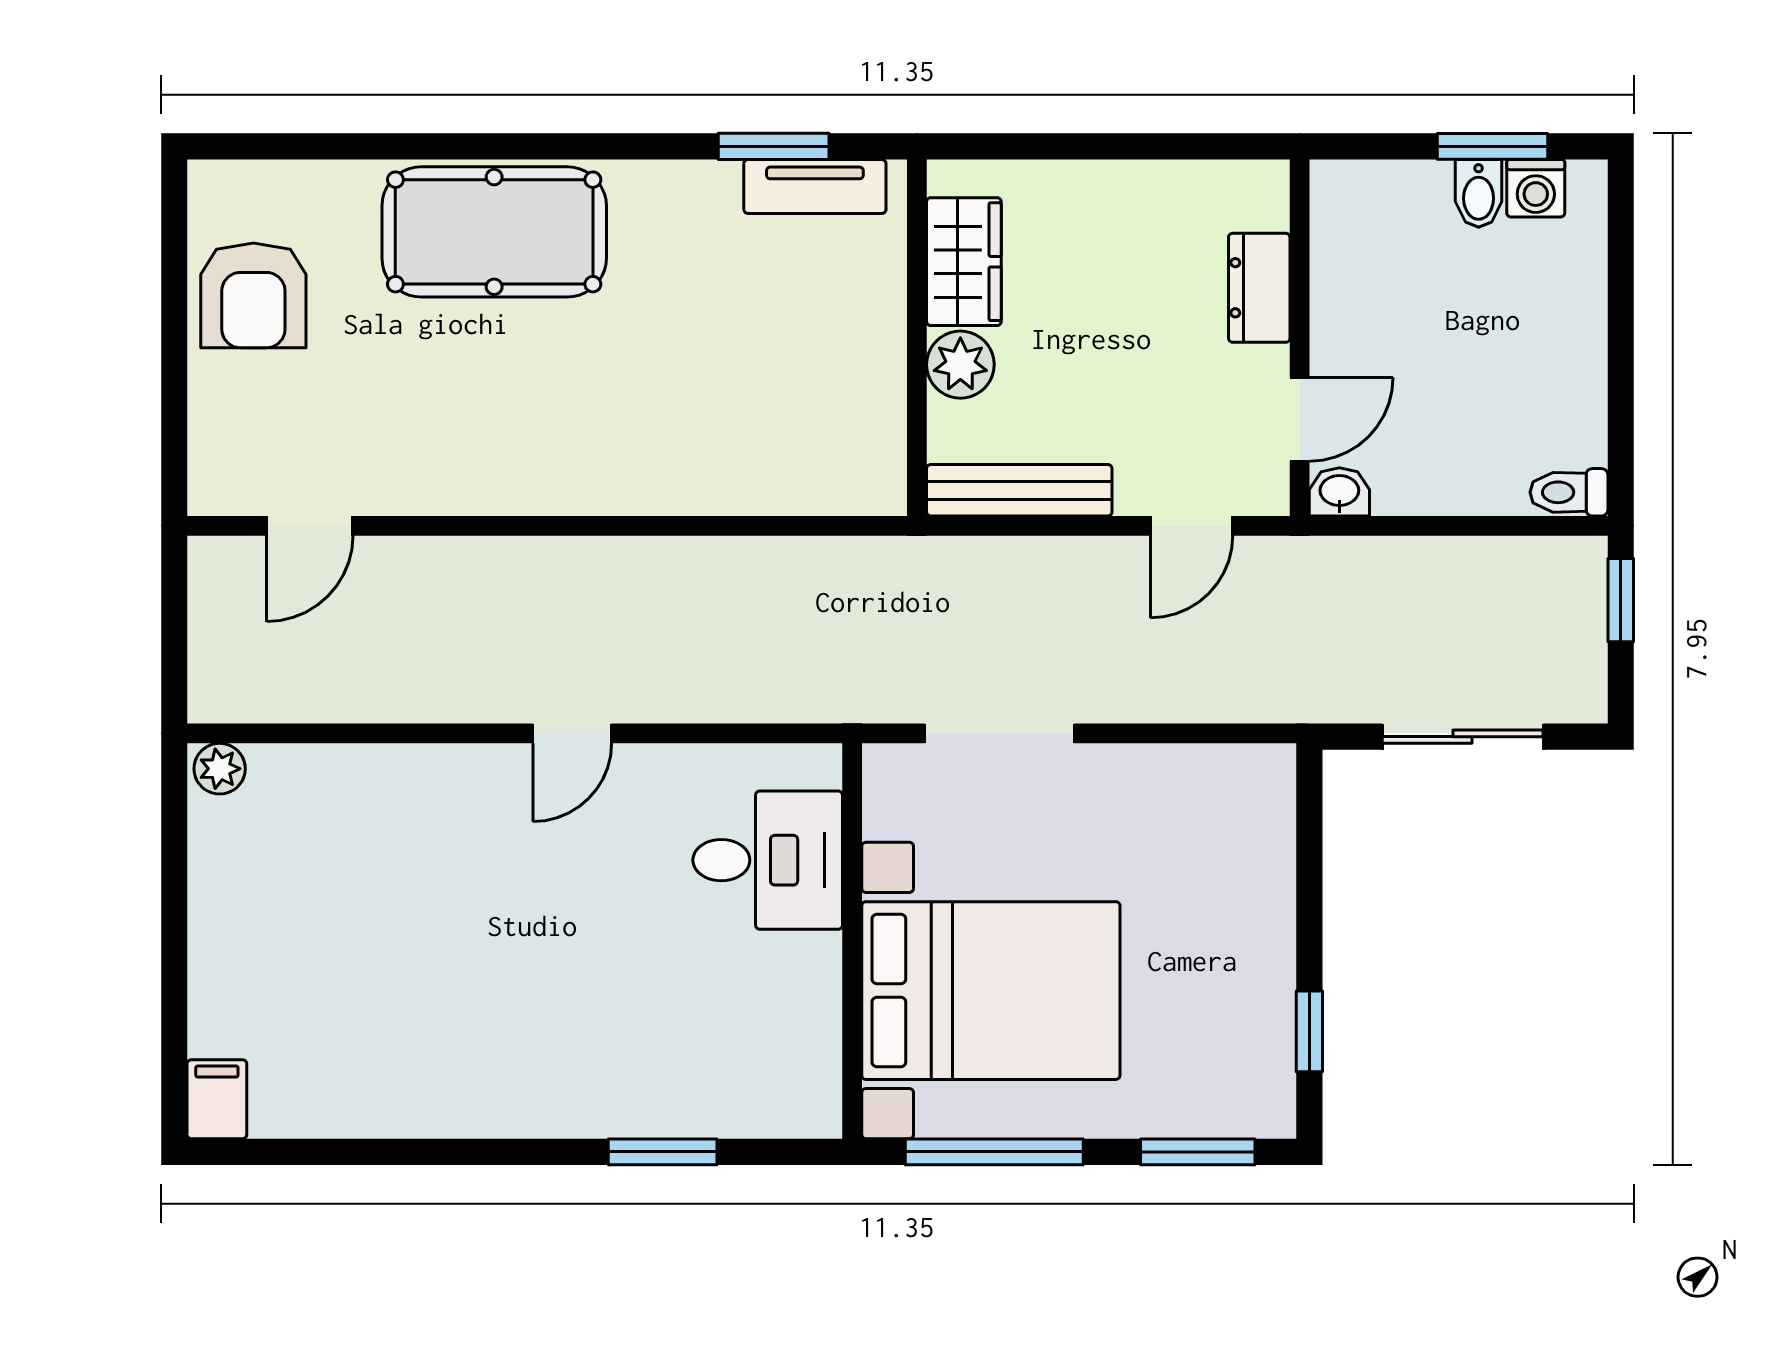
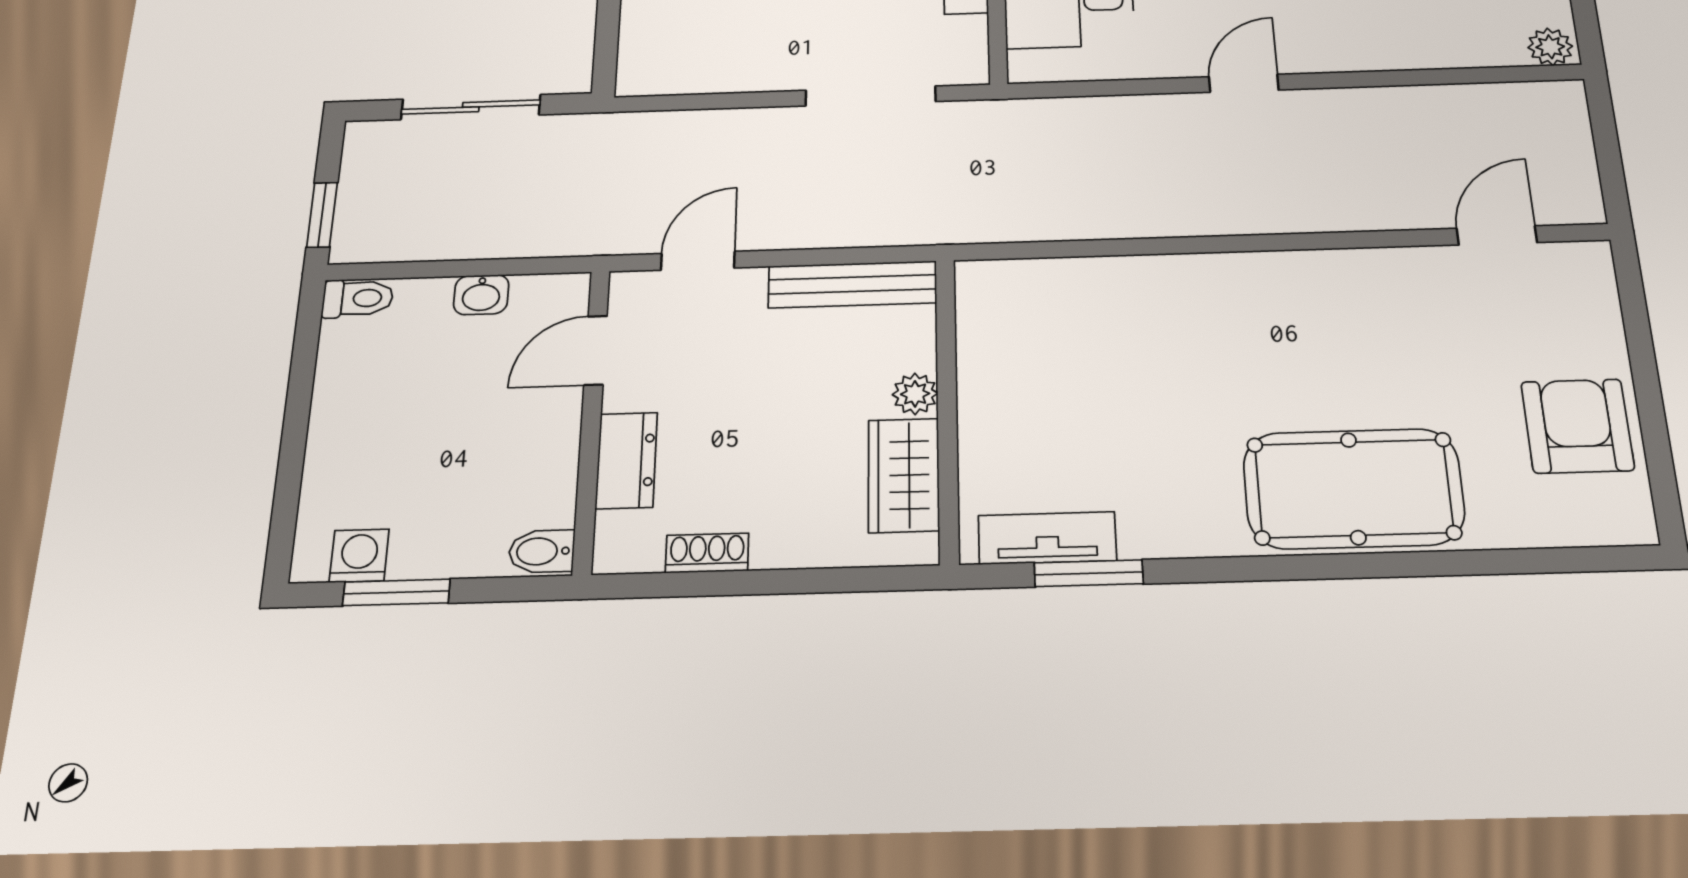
shoe rack: (1169, 180) -> (707, 553), added
bidet: (1479, 193) -> (542, 551), moved, turned -90
plant: (960, 365) -> (915, 394), width x0.73, depth x0.73
washbasin: (1339, 492) -> (481, 295), moved

